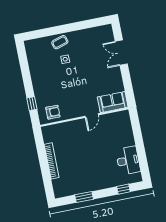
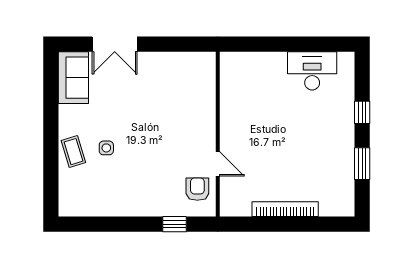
sofa: (113, 102) -> (73, 78), moved, turned 180
door: (92, 116) -> (218, 164), moved
window: (123, 189) -> (362, 112), moved

